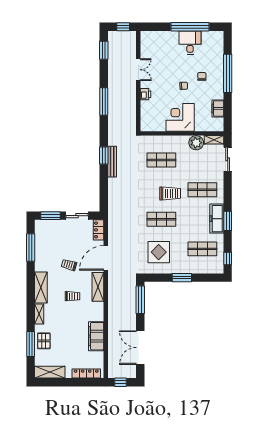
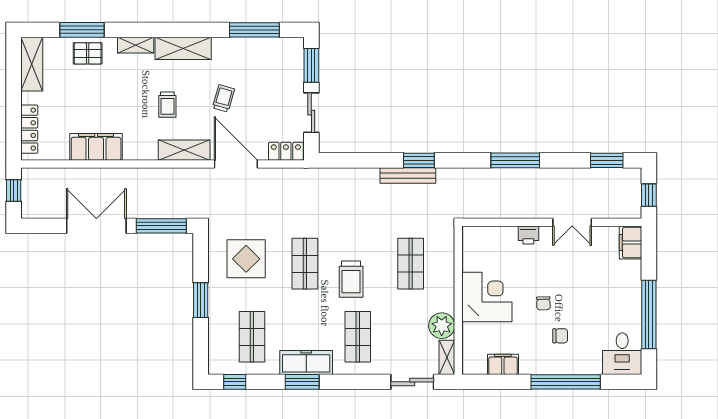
filing cabinet: (150, 37) -> (631, 242), added
desk: (190, 43) -> (622, 354), moved, turned 90
double door: (140, 348) -> (96, 226), moved

